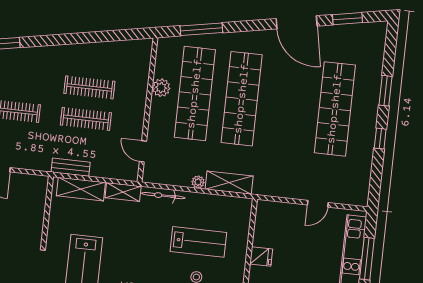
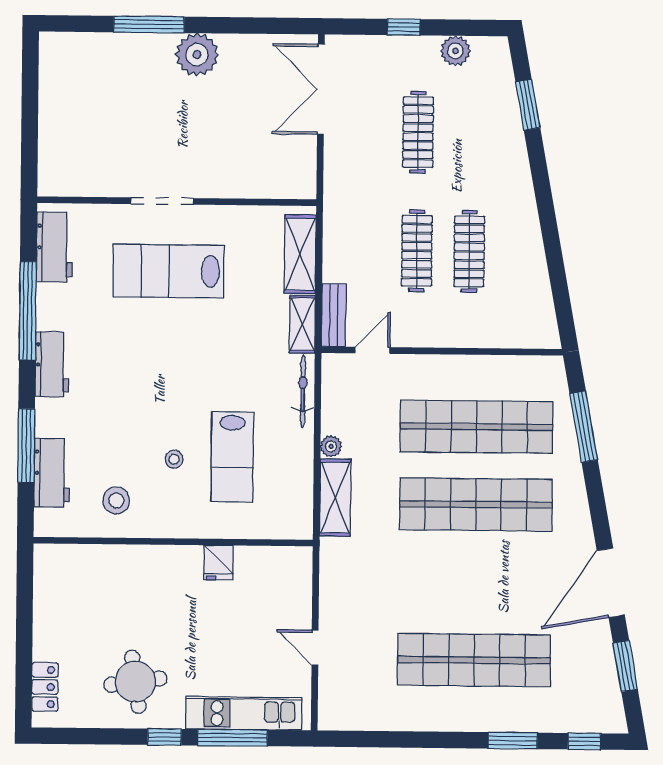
plant: (161, 88) -> (481, 370), removed
window: (380, 139) -> (584, 741), moved
bench: (71, 167) -> (334, 315), moved

